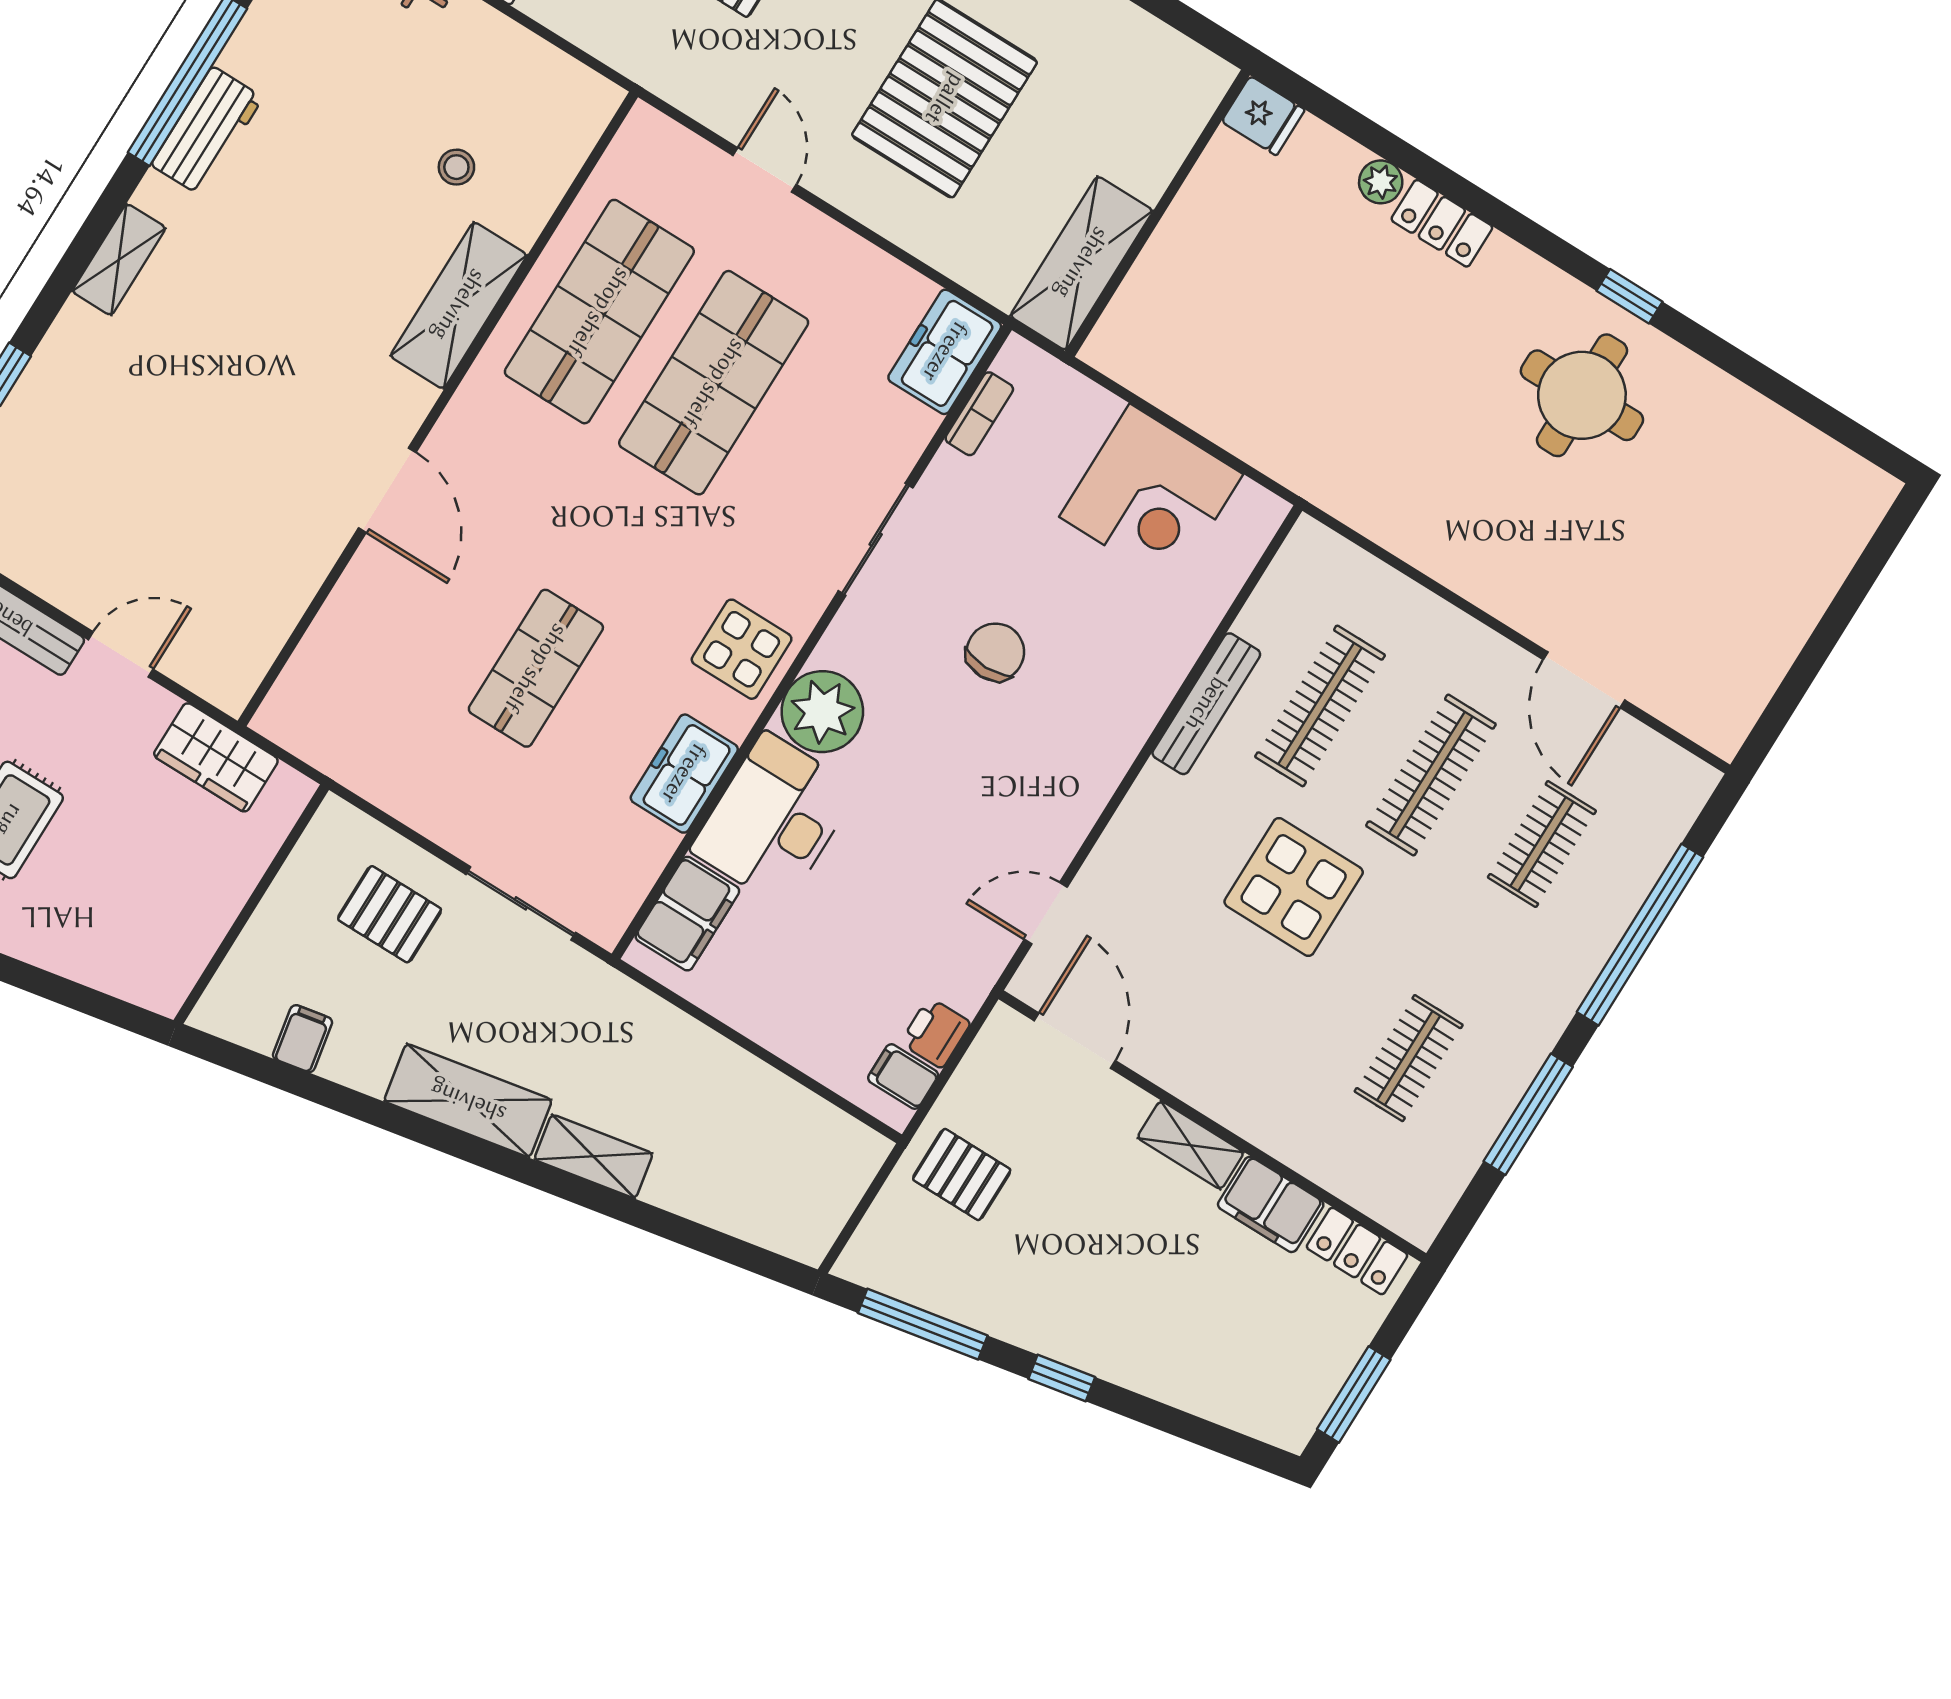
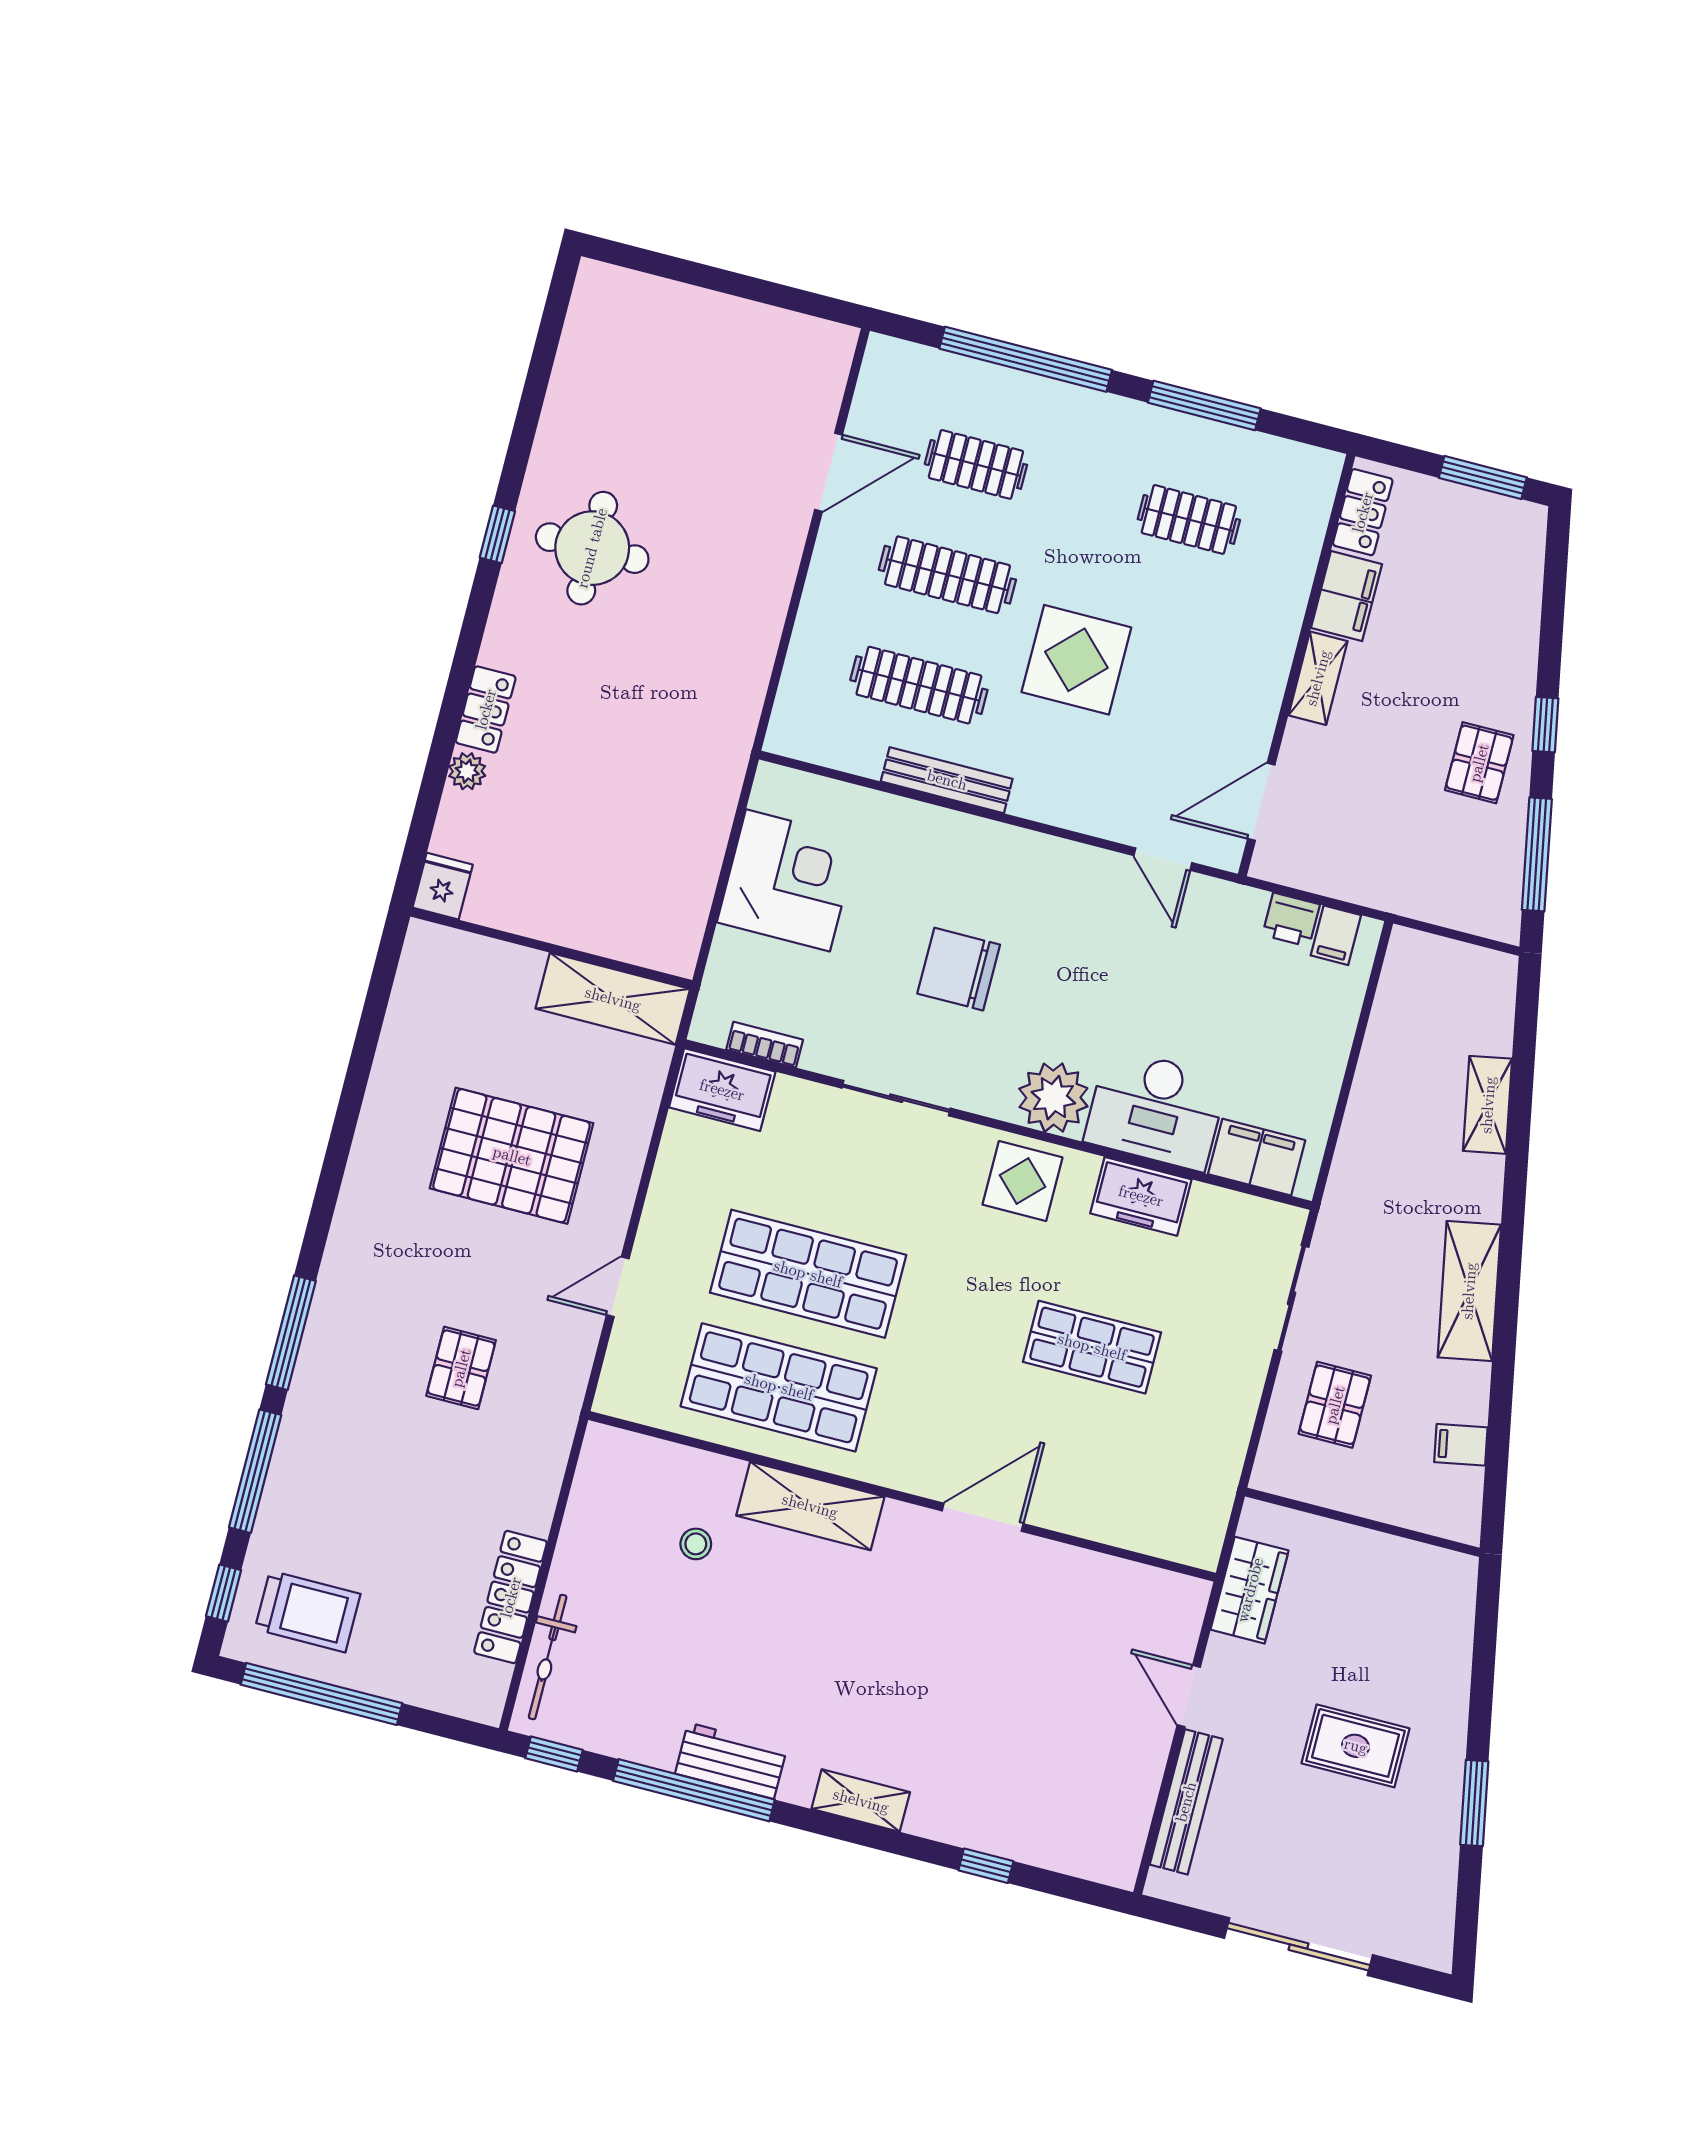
chair: (995, 652) -> (959, 969), width x1.37, depth x1.37
shelving: (594, 1156) -> (1488, 1105), moved
pallet: (962, 1175) -> (1479, 763), moved

